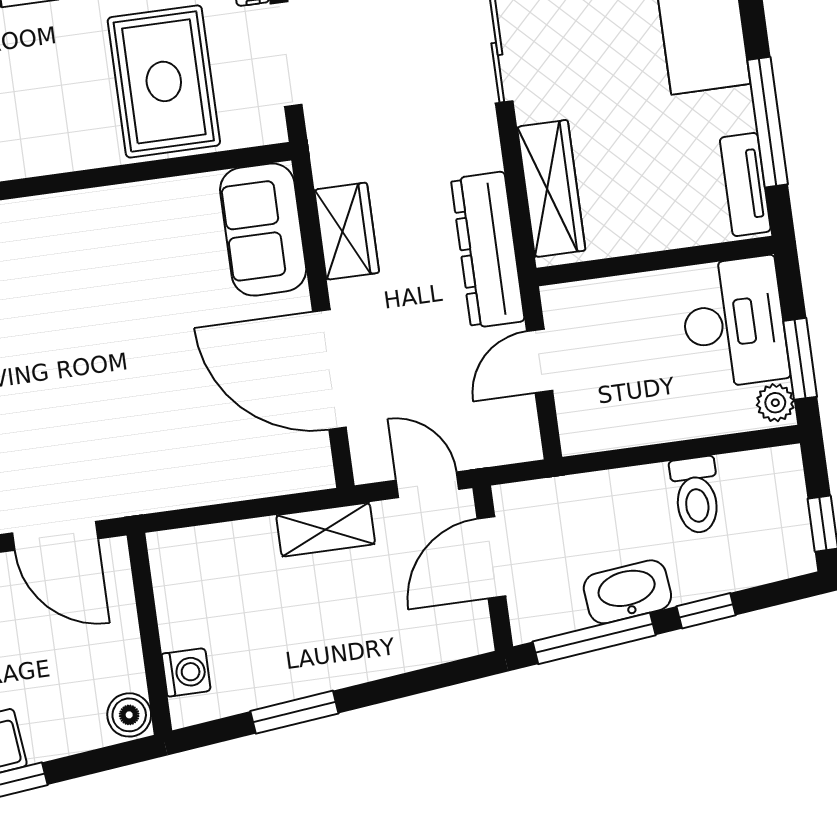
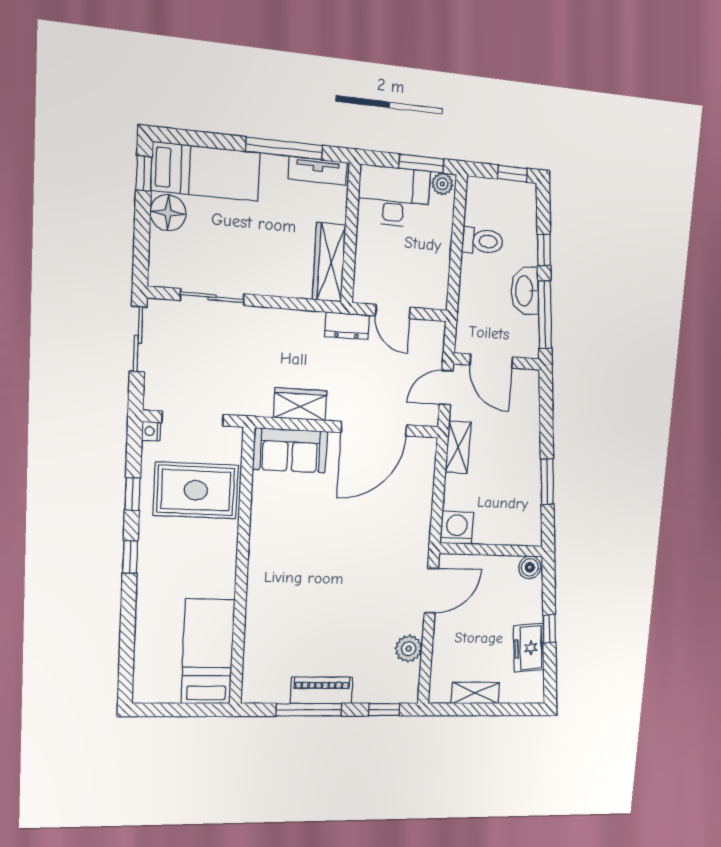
wardrobe: (551, 189) -> (329, 262), moved, turned -90
dresser: (488, 250) -> (347, 326), width x0.51, depth x0.80
washing machine: (186, 672) -> (457, 528), moved, width x1.38, depth x1.38

